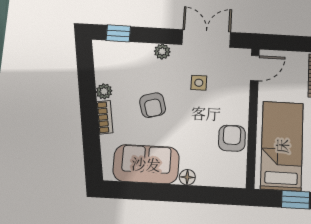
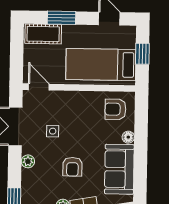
armchair: (153, 105) -> (72, 167), turned 106
armchair: (232, 138) -> (115, 109), moved

